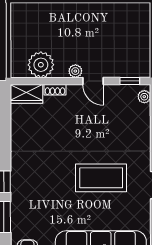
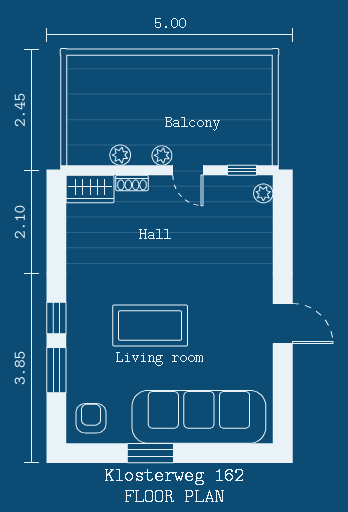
plant: (41, 65) -> (120, 155), width x0.53, depth x0.53
coffee table: (101, 178) -> (150, 326), moved

